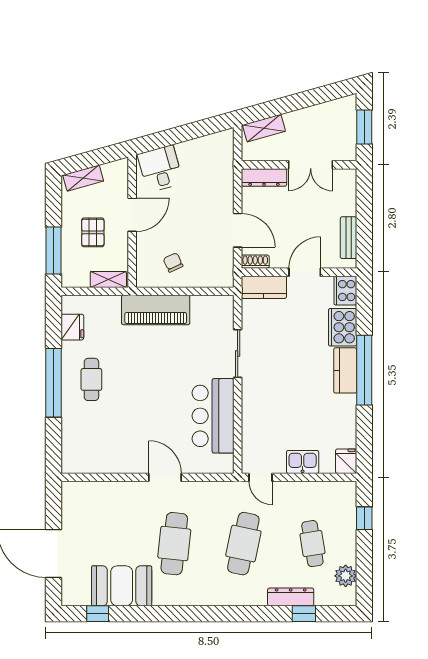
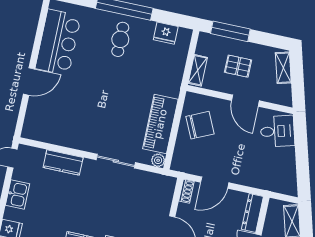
chair: (173, 262) -> (200, 125), width x1.87, depth x1.87
kitchen counter: (264, 287) -> (63, 162), moved, turned -90
plant: (226, 303) -> (158, 160), added
piano: (156, 310) -> (160, 124), moved
cafe table: (91, 379) -> (120, 39), turned 90
bar counter: (213, 416) -> (58, 42), moved, turned 90

